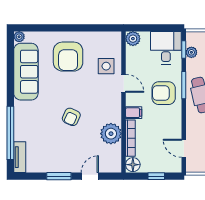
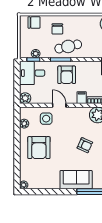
plant: (100, 37) -> (24, 124), added
armchair: (68, 57) -> (39, 148), turned 90
sofa: (26, 72) -> (76, 180), moved, width x0.73
door: (124, 83) -> (59, 105), hinge flipped

